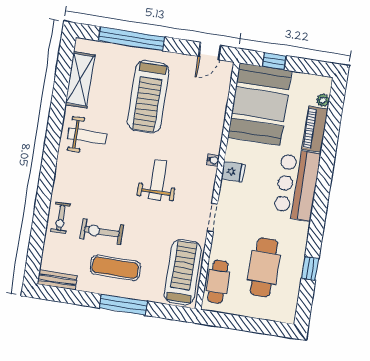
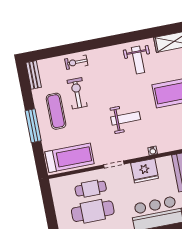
fridge: (233, 172) -> (145, 171), width x1.88, depth x1.34
cafe table: (218, 282) -> (91, 189), moved

